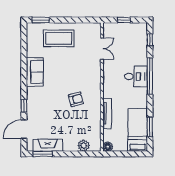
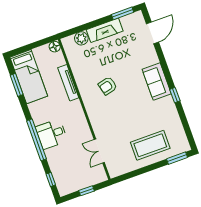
sofa: (35, 72) -> (157, 82), moved
window: (24, 106) -> (175, 95), moved
fireplace: (48, 145) -> (105, 30), moved

